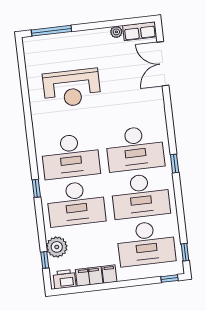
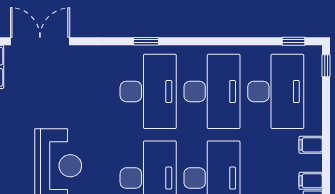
double door: (163, 64) -> (40, 41), swing flipped
window: (175, 164) -> (146, 41), moved
filing cabinet: (89, 276) -> (311, 181), width x0.50

